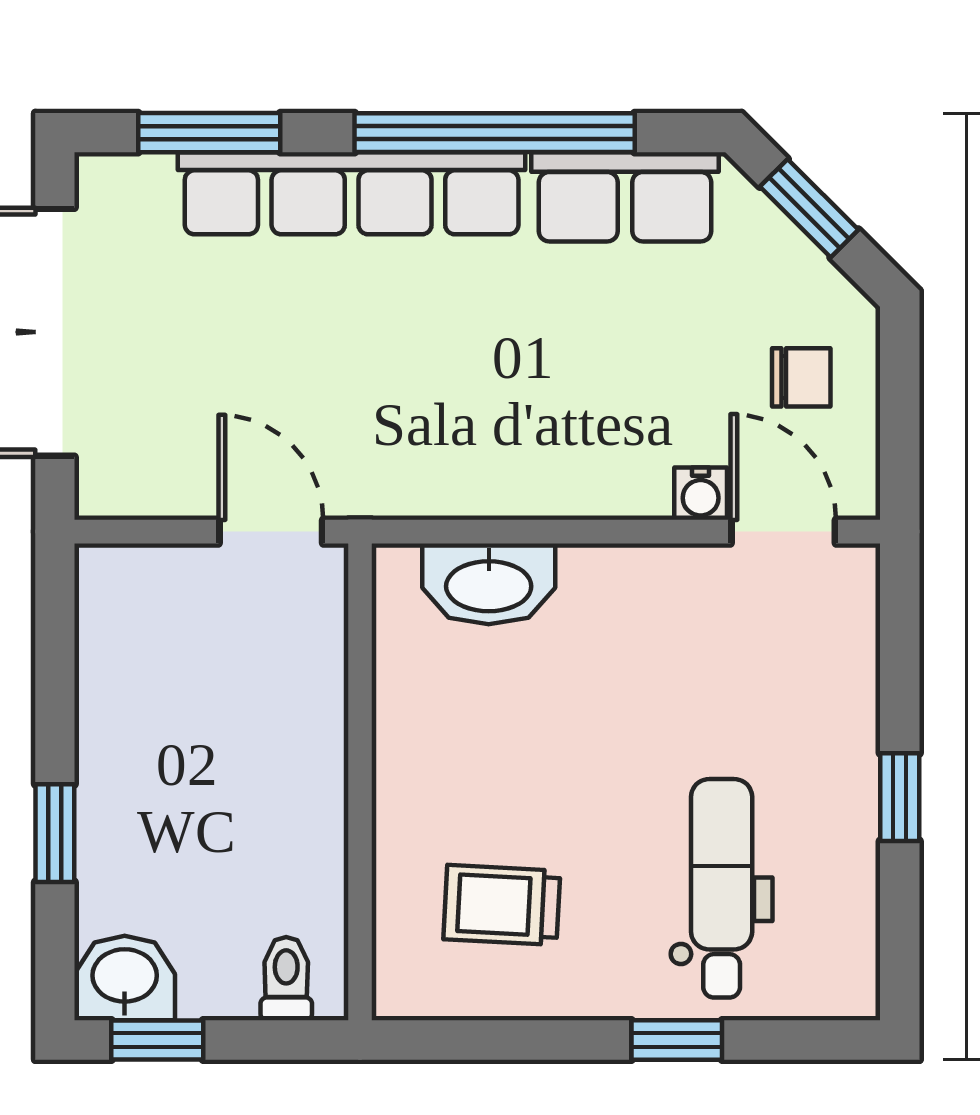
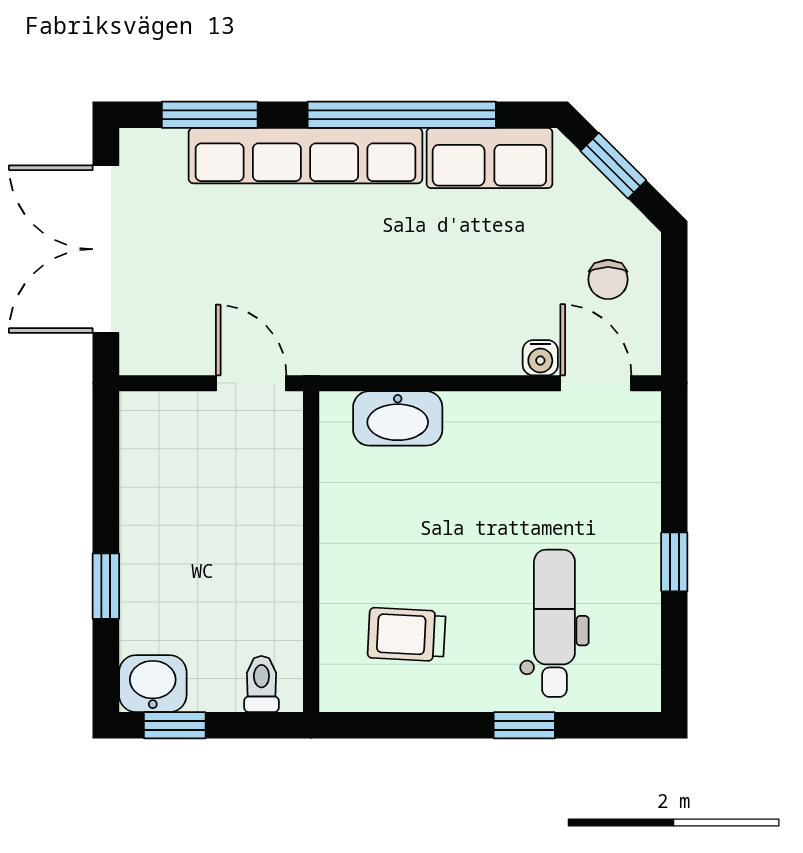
chair: (801, 377) -> (608, 279), turned 90

